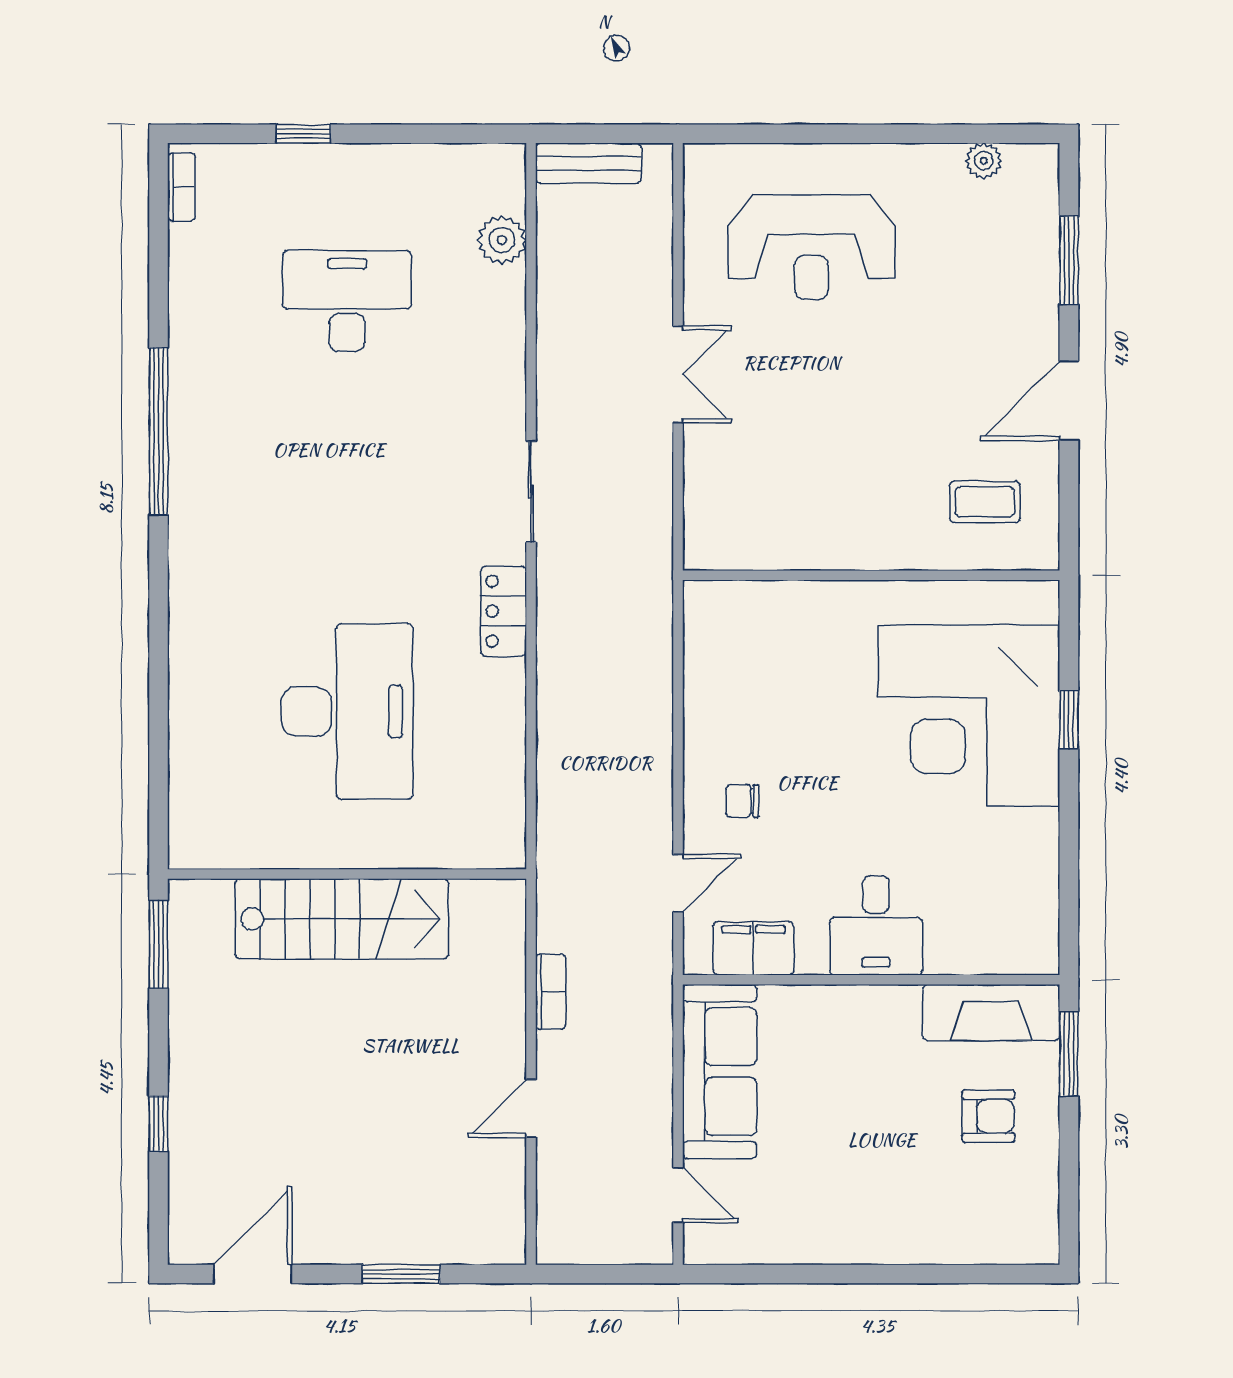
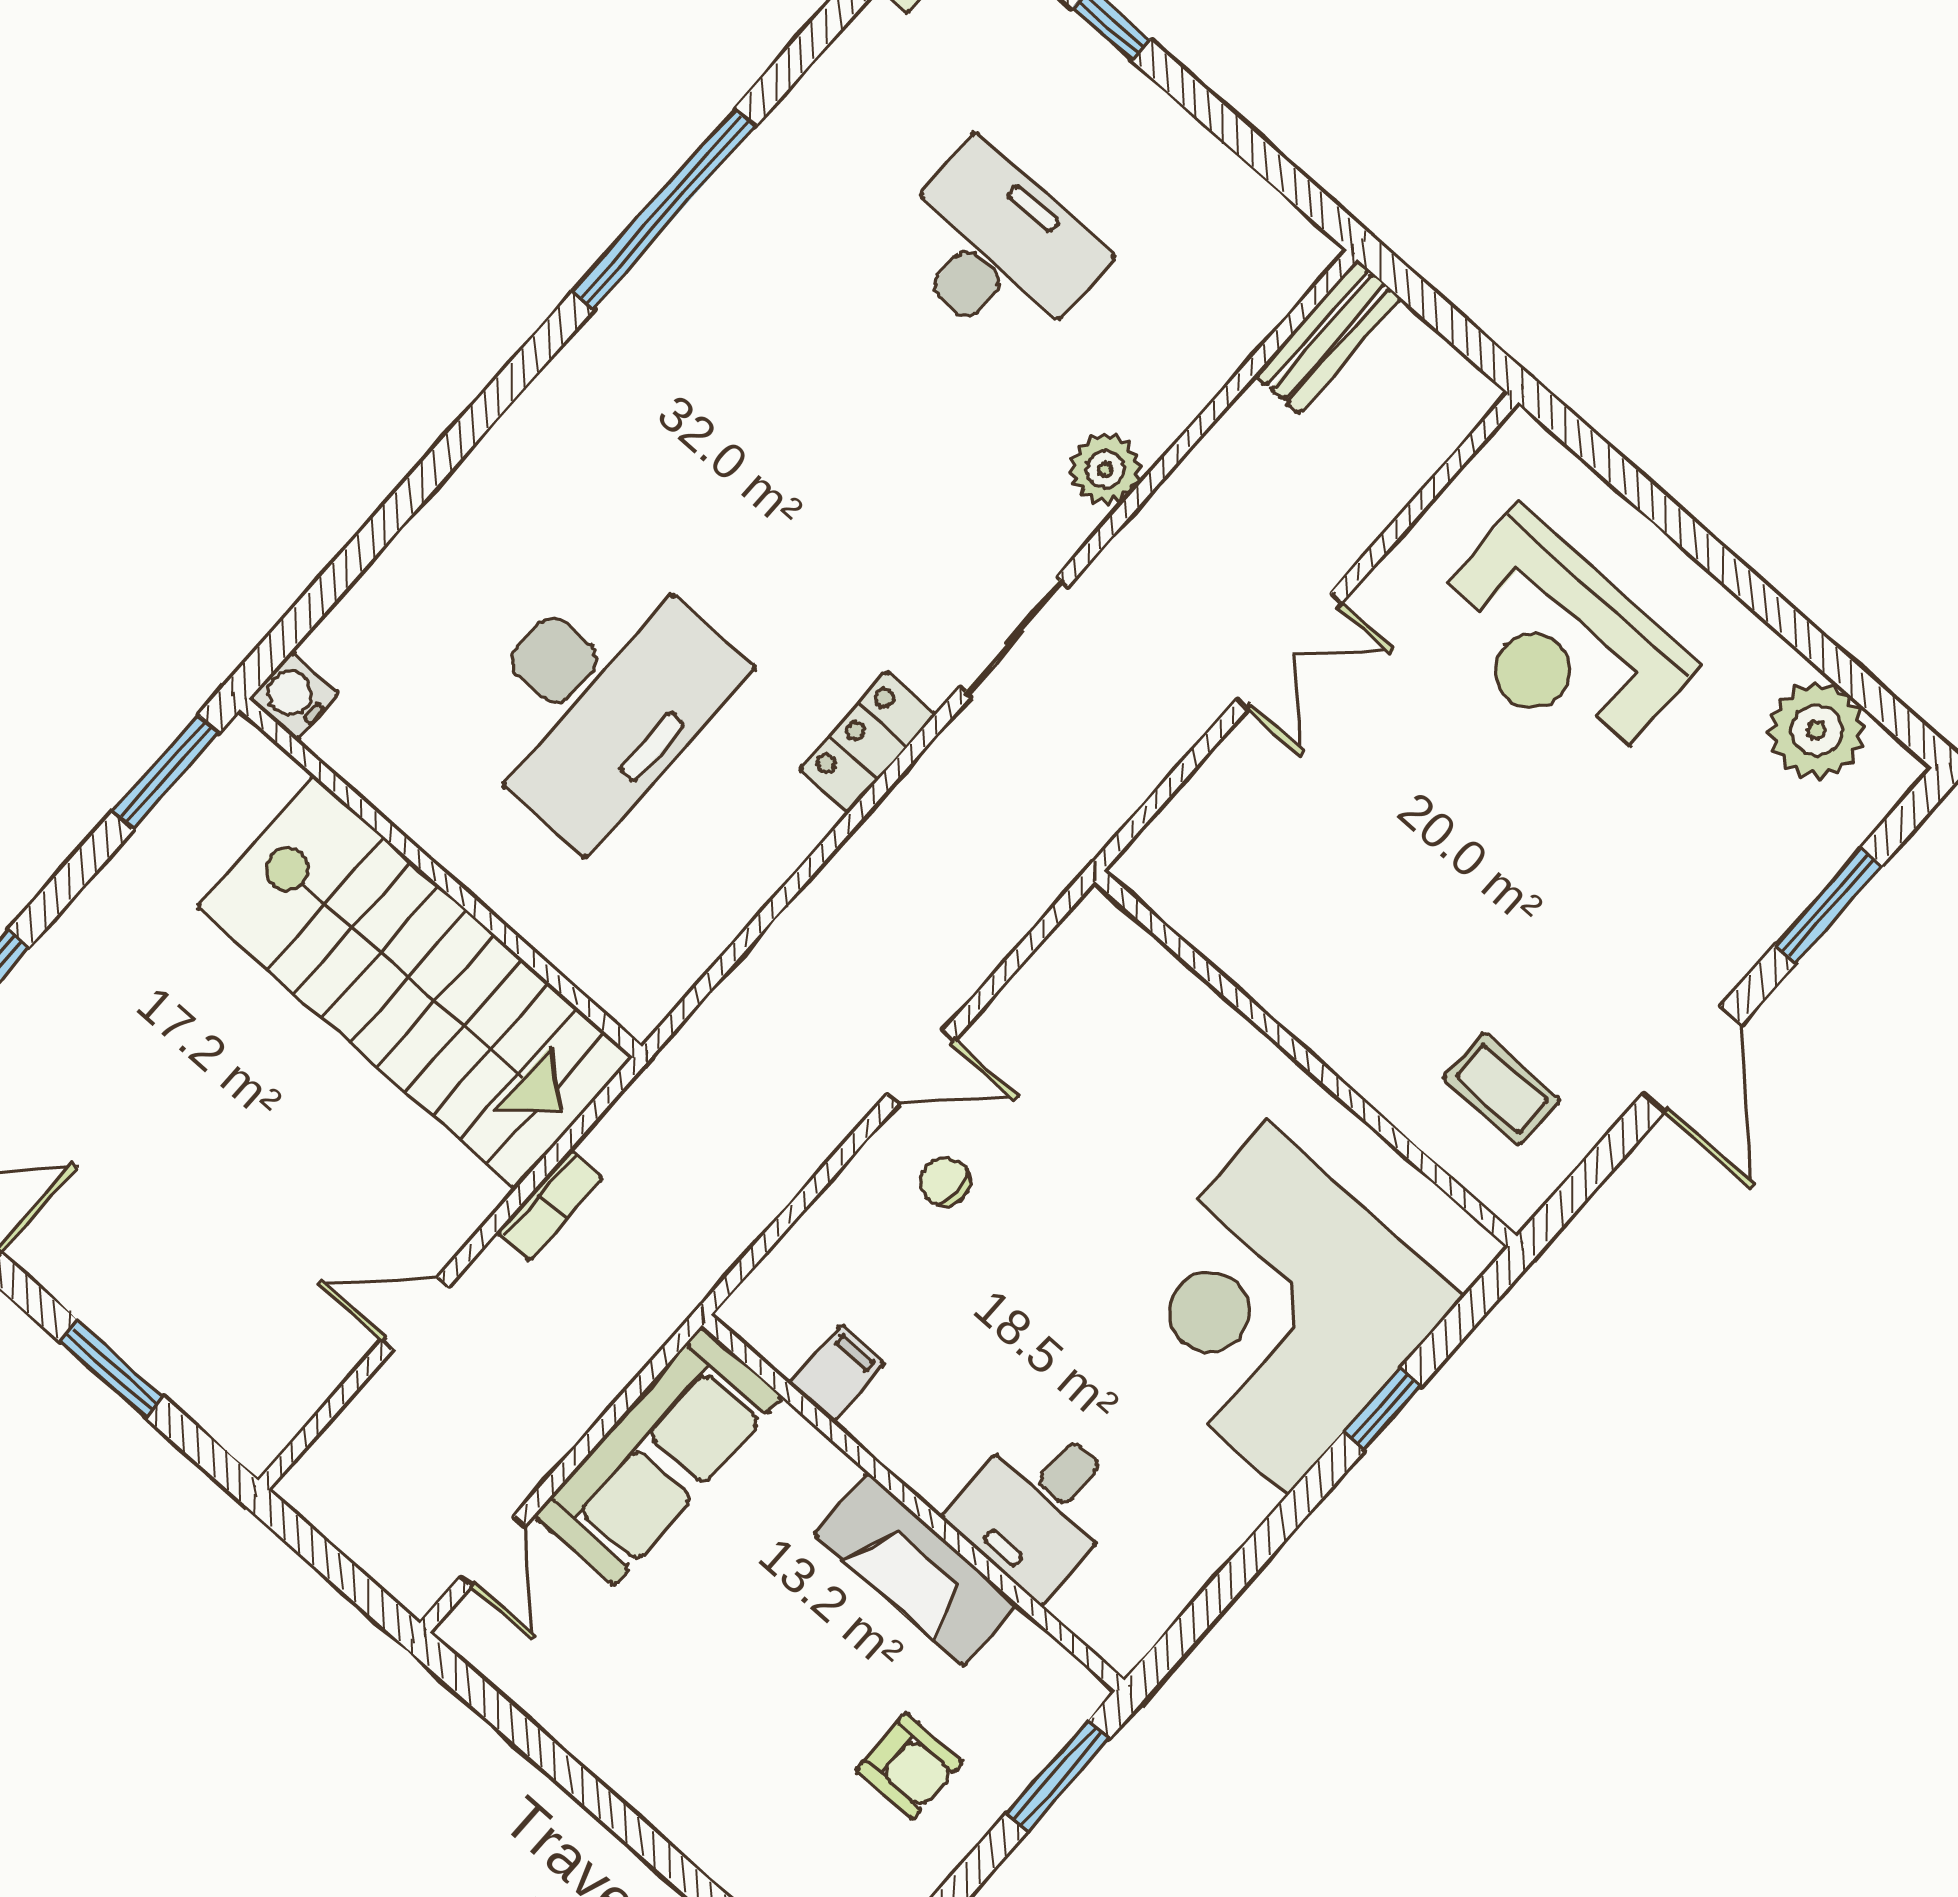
plant: (984, 161) -> (1817, 730), width x1.87, depth x1.87
bench: (588, 163) -> (1328, 337), moved, turned 90
plant: (502, 240) -> (1105, 469), moved
door: (1069, 401) -> (1692, 1059), swing flipped
water cooler: (189, 848) -> (294, 696), added
door: (678, 883) -> (921, 1067), moved
stairs: (342, 919) -> (414, 982), width x1.36, depth x1.51
desk: (876, 925) -> (1039, 1507), moved
filing cabinet: (753, 948) -> (837, 1373), width x0.50
fireplace: (991, 1013) -> (916, 1570), moved

